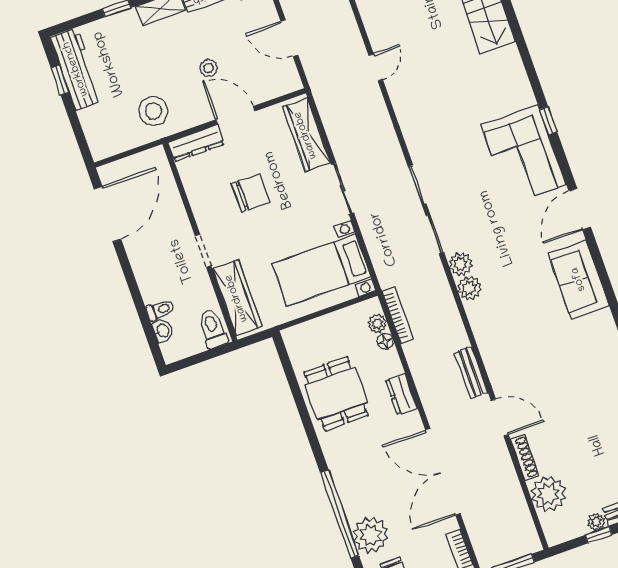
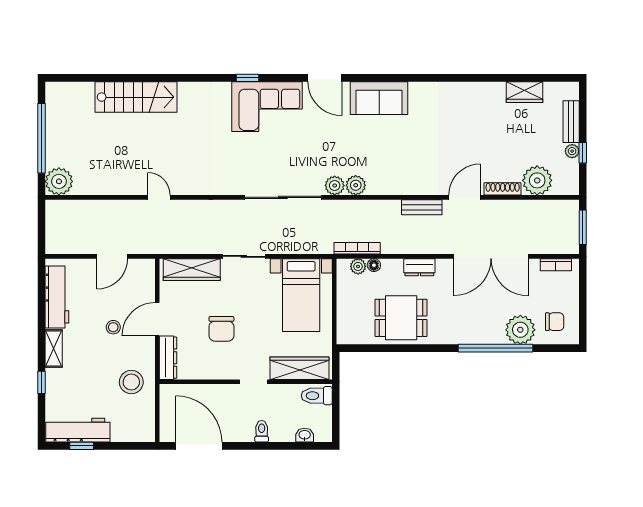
chair: (251, 193) -> (221, 329), turned 180
toilet: (160, 310) -> (262, 431), moved

